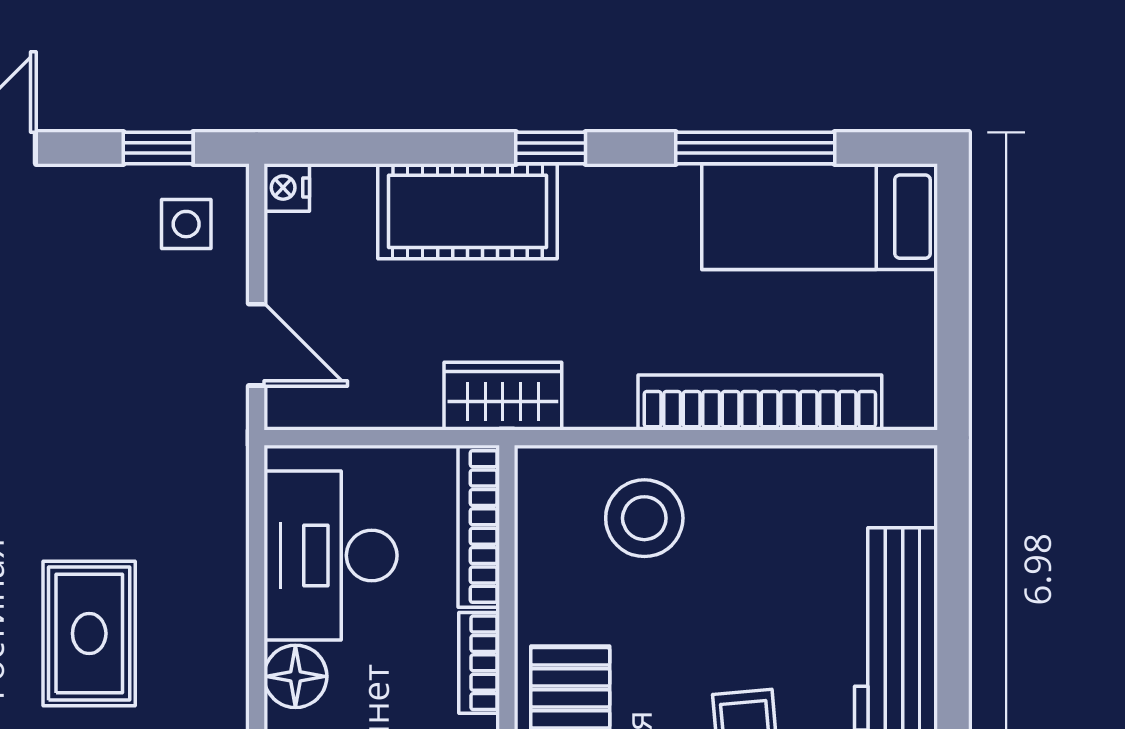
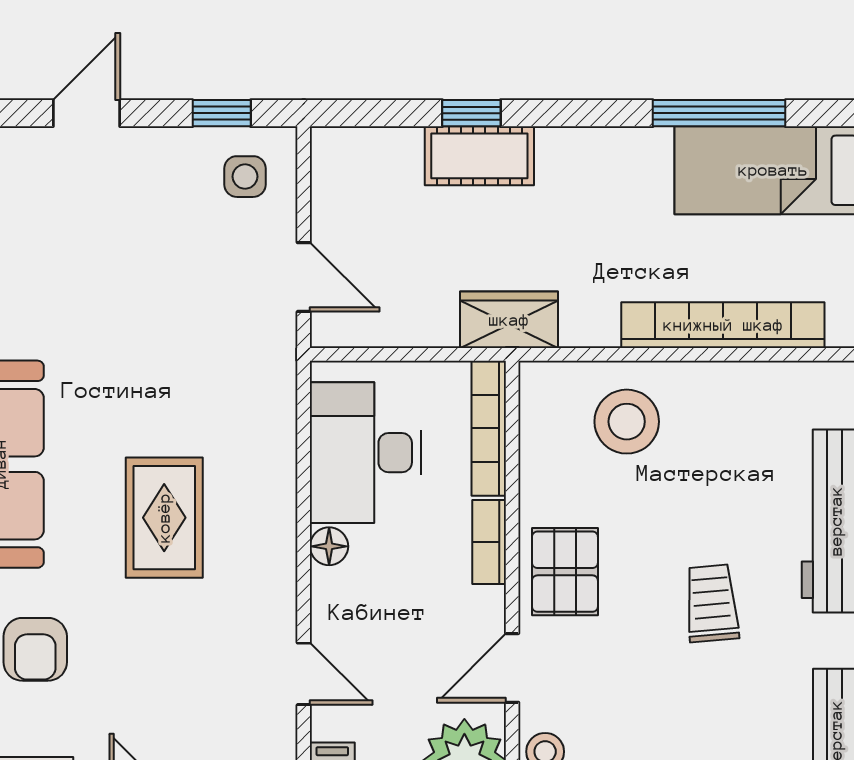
window: (551, 148) -> (471, 113), moved
nightstand: (287, 188) -> (329, 146), removed
cot: (467, 211) -> (479, 156), width x0.73, depth x0.75
floor lamp: (295, 676) -> (329, 546), width x0.73, depth x0.73

